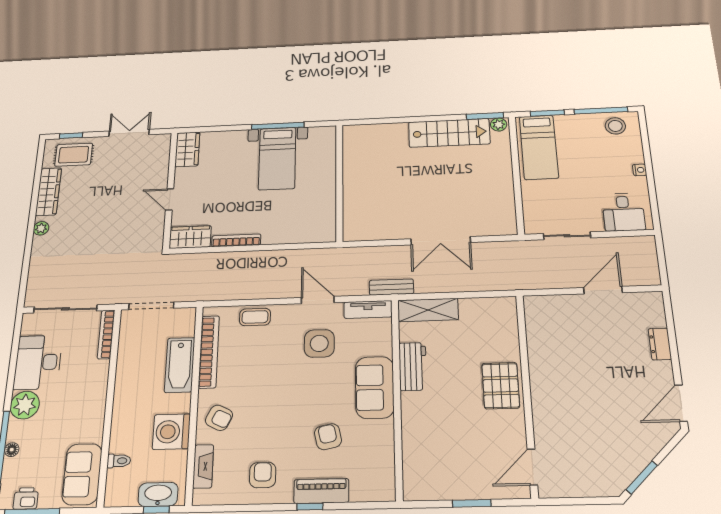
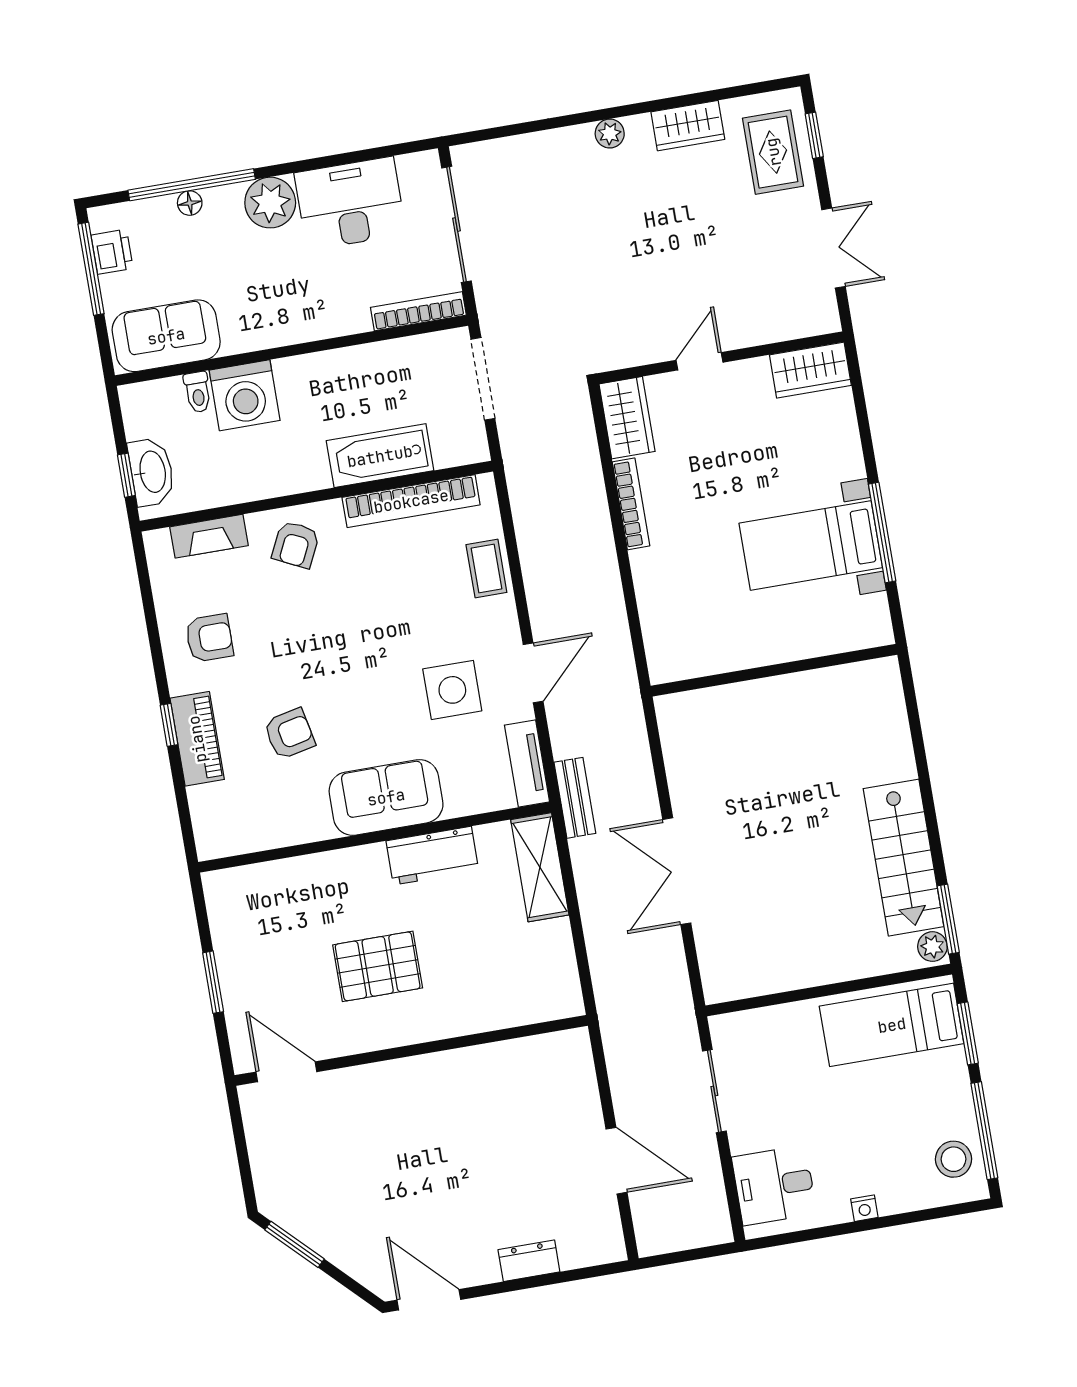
wardrobe: (48, 192) -> (688, 126), width x0.67
pallet: (501, 386) -> (378, 966), moved
washing machine: (171, 432) -> (245, 395), moved, turned 180

